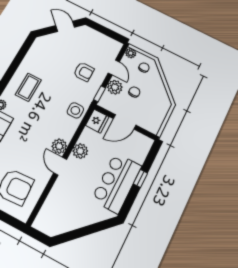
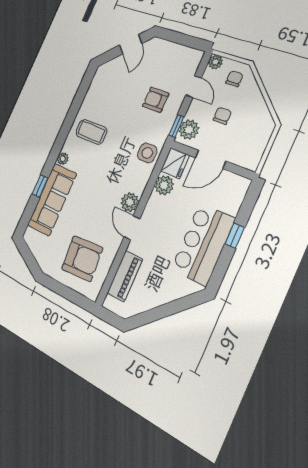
door: (65, 26) -> (131, 44), swing flipped
armchair: (84, 72) -> (156, 100), turned 180
coffee table: (28, 87) -> (91, 132), turned 90
plant: (115, 87) -> (189, 130), moved
plant: (80, 151) -> (164, 185), moved
piano: (52, 203) -> (125, 276), added

